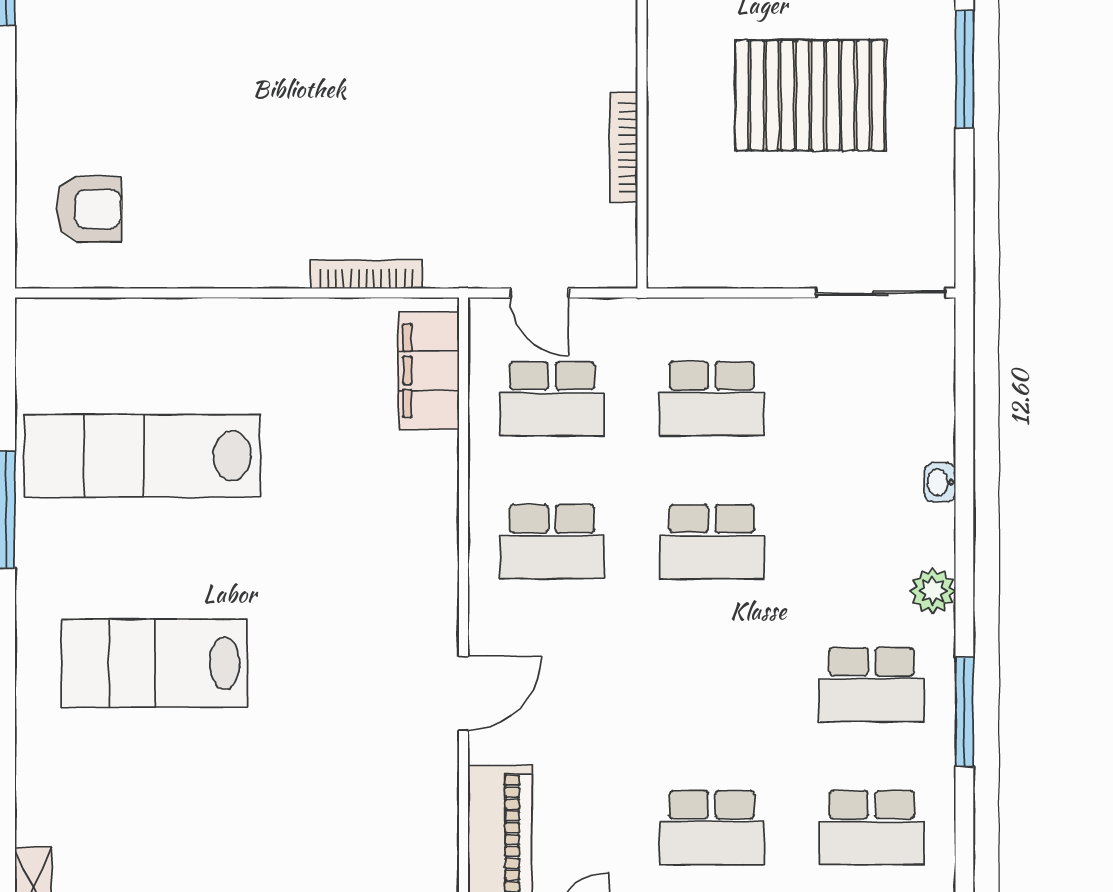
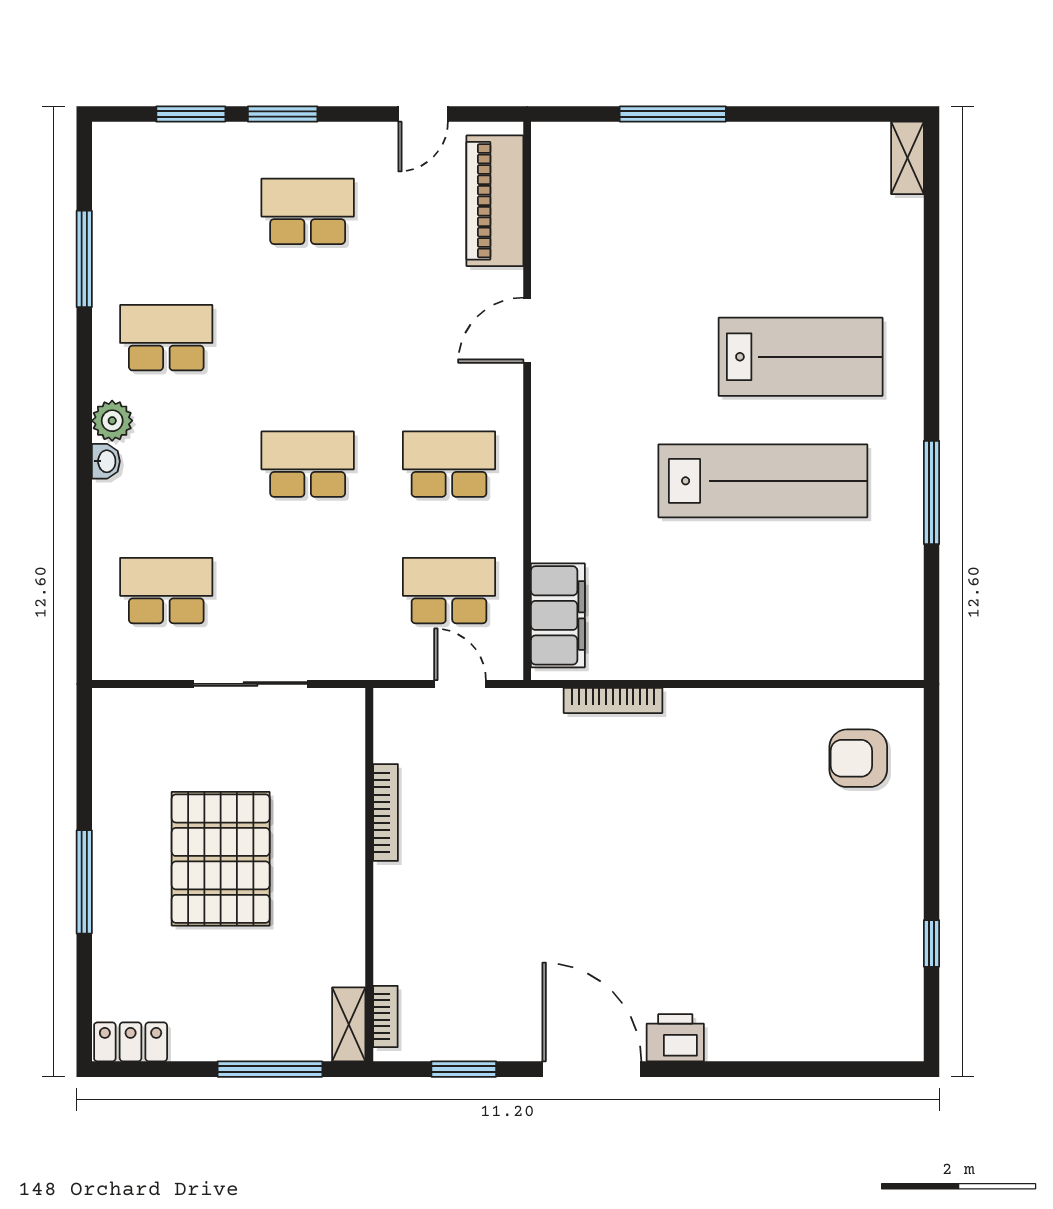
pallet: (810, 95) -> (221, 859), turned 90
sliding door: (881, 293) -> (250, 684), moved
school desk: (712, 399) -> (166, 591), moved
lab bench: (142, 456) -> (763, 481), moved
washbasin: (940, 482) -> (106, 461), moved
window: (964, 712) -> (84, 259), moved
school desk: (872, 828) -> (166, 211), removed

